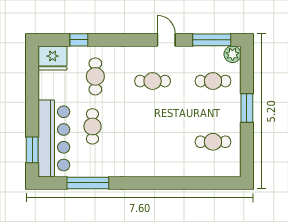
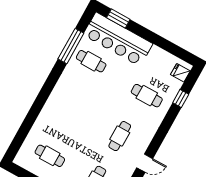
fridge: (53, 58) -> (180, 73), width x0.53, depth x0.75
cafe table: (92, 126) -> (91, 61), moved
cafe table: (213, 142) -> (50, 156), turned 90

